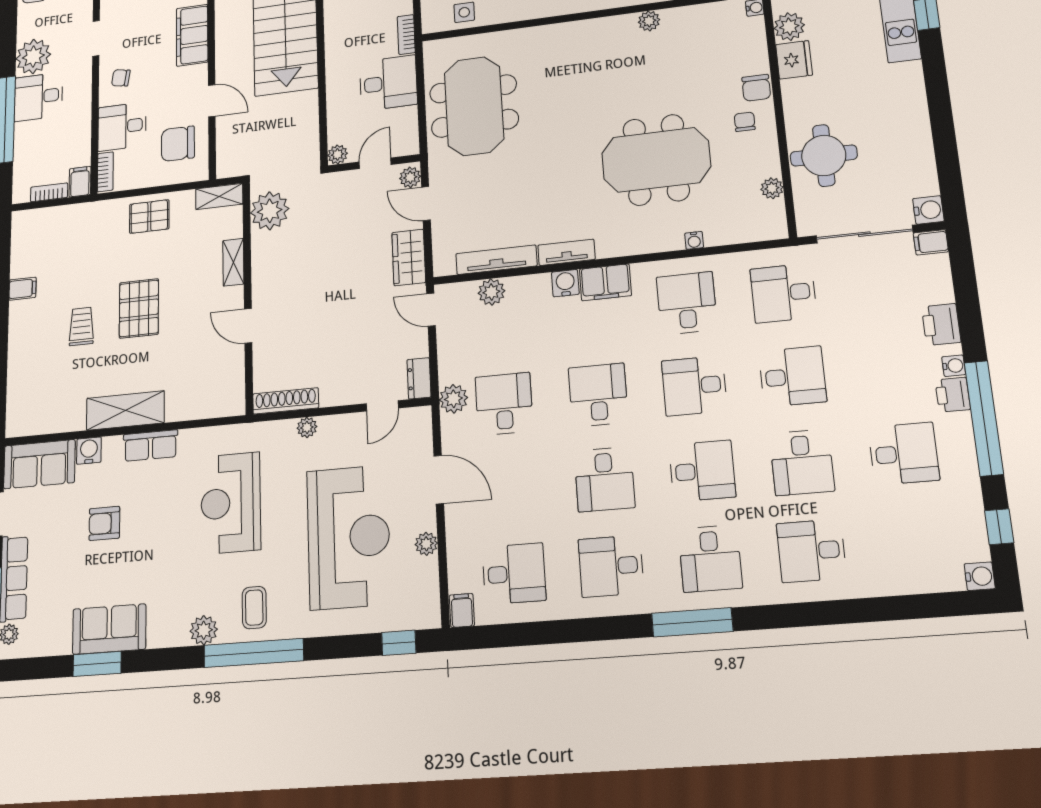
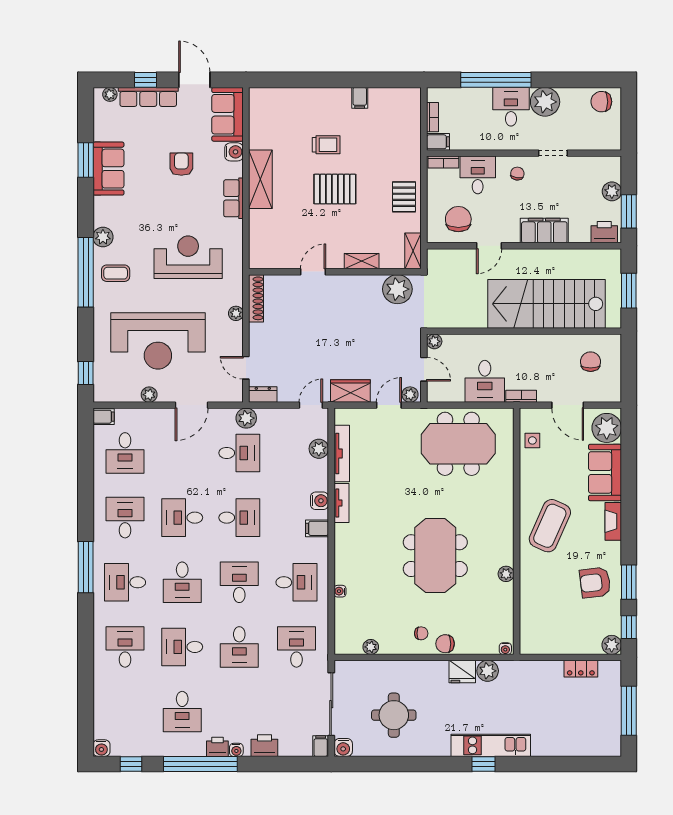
round table: (824, 155) -> (394, 715), moved
meeting table: (656, 160) -> (435, 556), moved
filing cabinet: (605, 282) -> (317, 528), width x0.50

